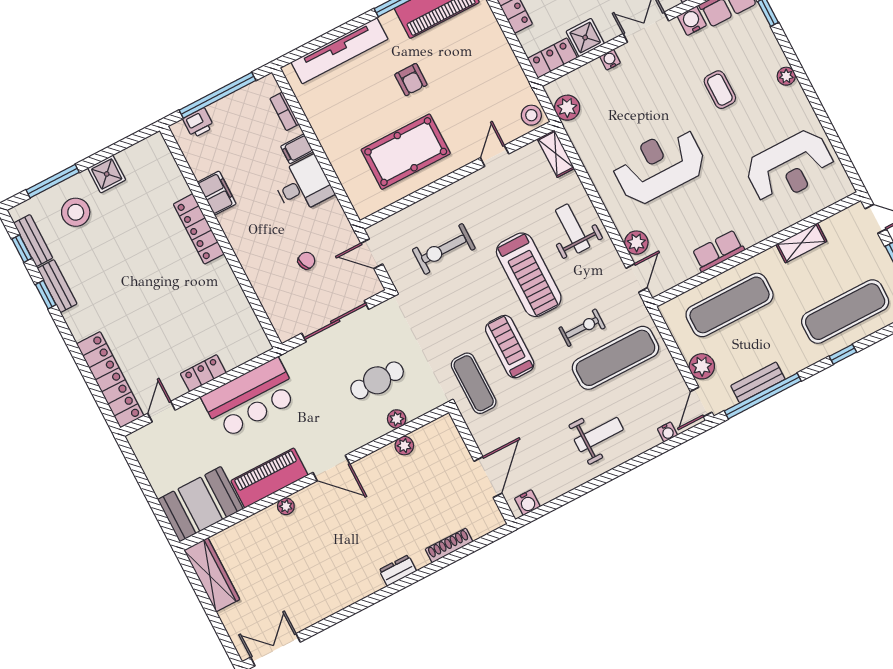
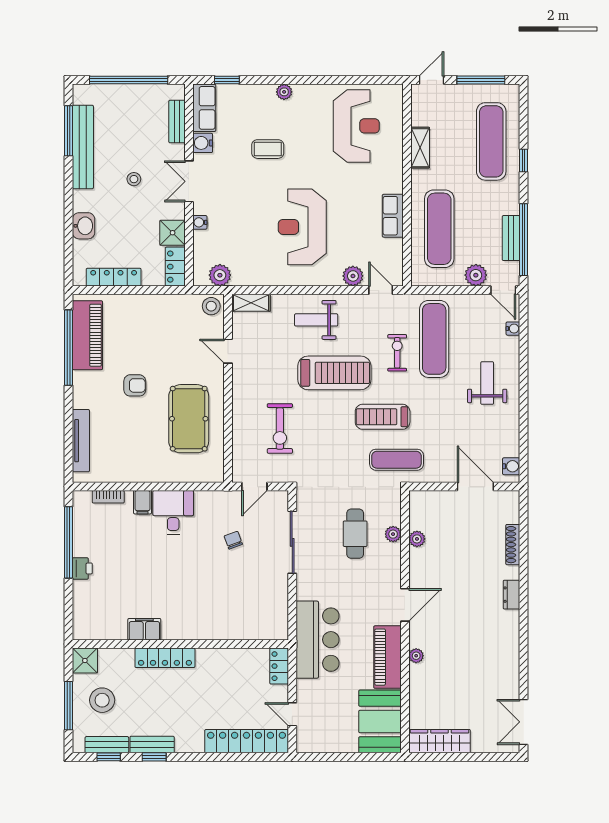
tv unit: (340, 51) -> (81, 441), width x0.73, depth x0.78
filing cabinet: (217, 193) -> (144, 629), moved
locker: (199, 229) -> (165, 658), moved
wall: (221, 237) -> (180, 644), moved

